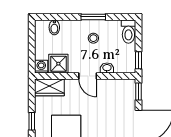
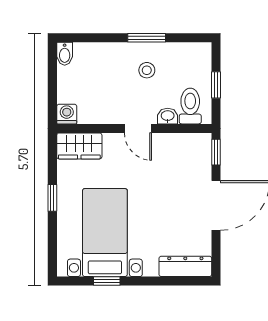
bidet: (54, 27) -> (65, 54), moved
toilet: (128, 32) -> (190, 106), moved, turned 180
window: (138, 60) -> (216, 85), moved
shower: (58, 64) -> (93, 109), removed

